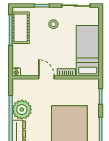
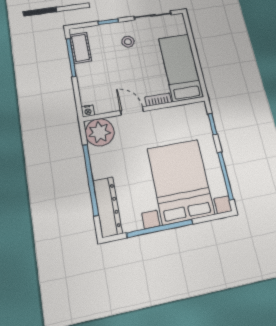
cot: (21, 28) -> (80, 48), width x0.73, depth x0.75
plant: (22, 110) -> (100, 132), moved

